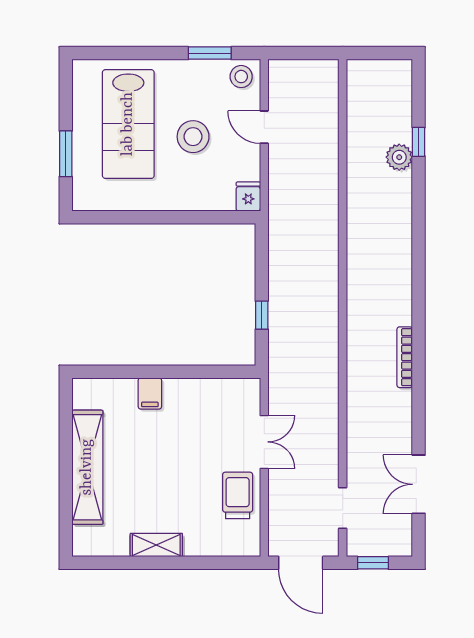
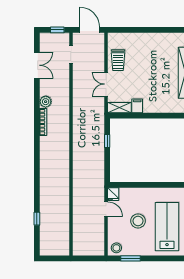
door: (264, 127) -> (106, 209), moved
plant: (399, 157) -> (46, 102), moved
filing cabinet: (150, 393) -> (137, 106), moved
shelving: (156, 545) -> (119, 108), moved

